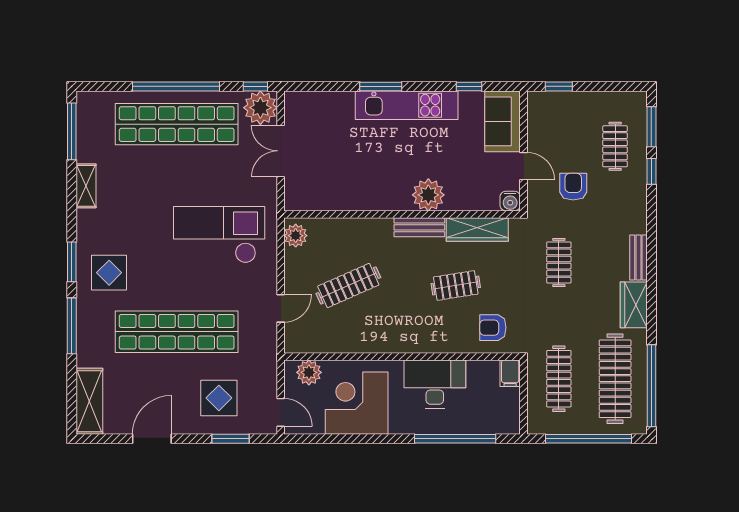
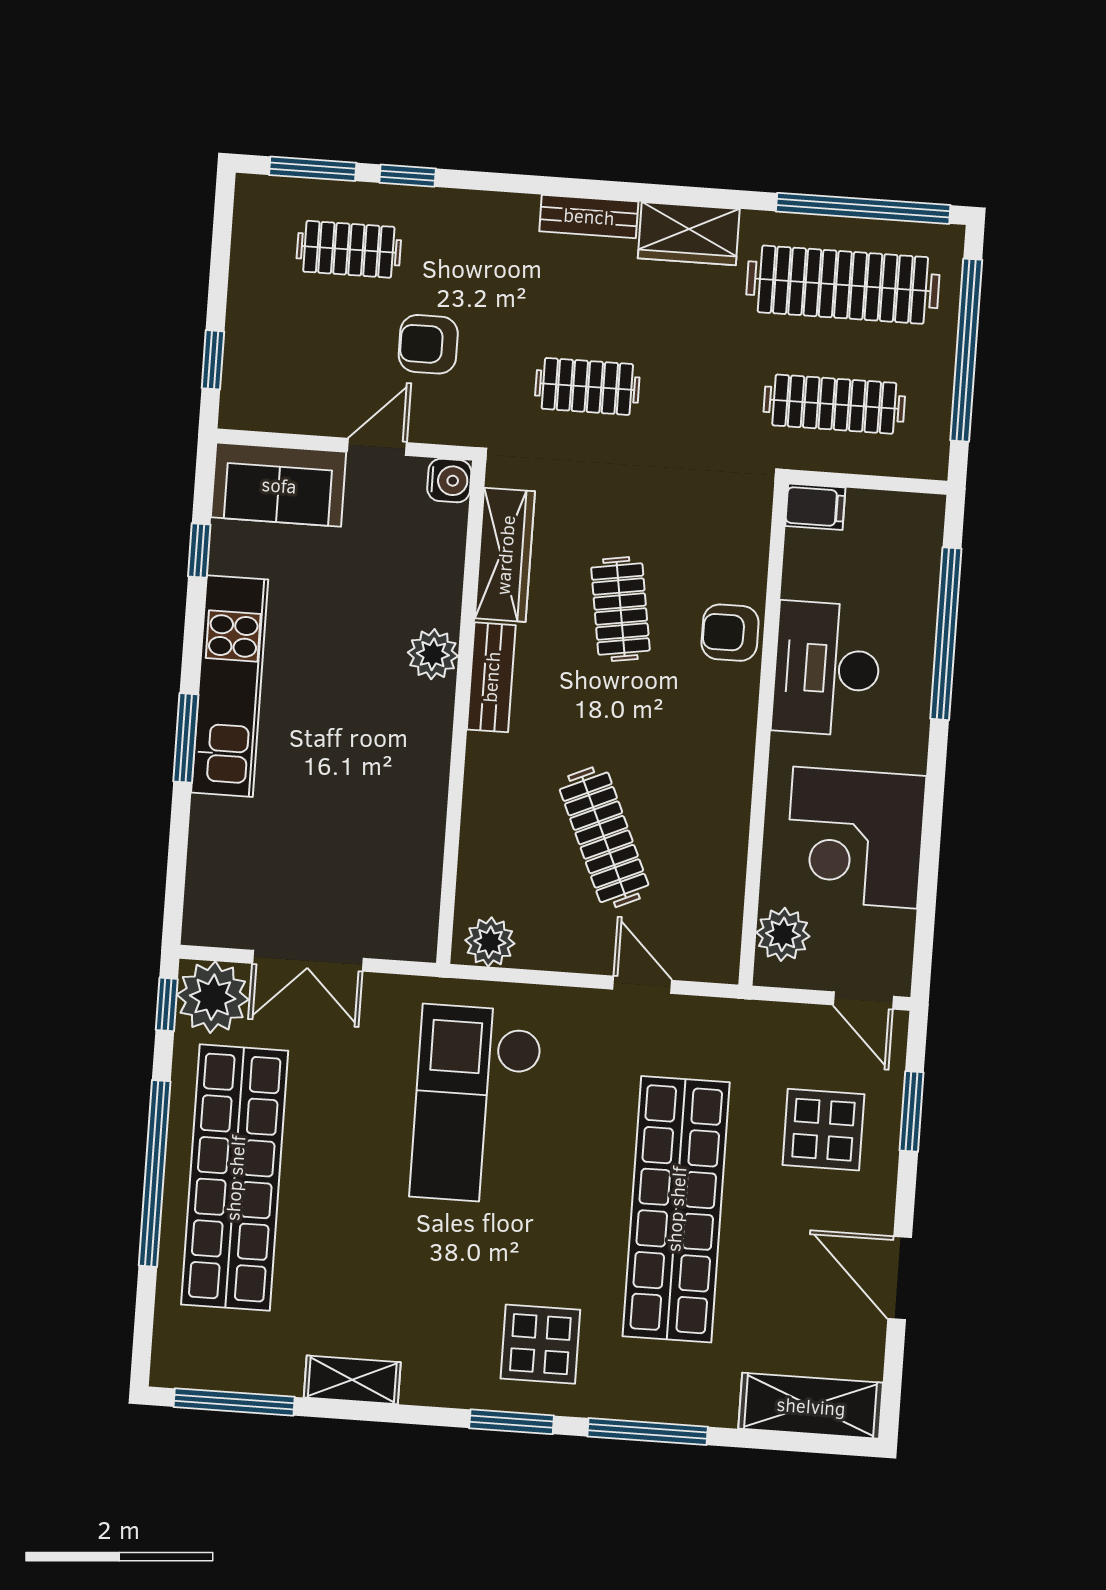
plant: (428, 195) -> (433, 654), width x0.73, depth x0.73
armchair: (493, 328) -> (730, 633), moved, turned 90
door: (281, 412) -> (863, 1001), swing flipped

